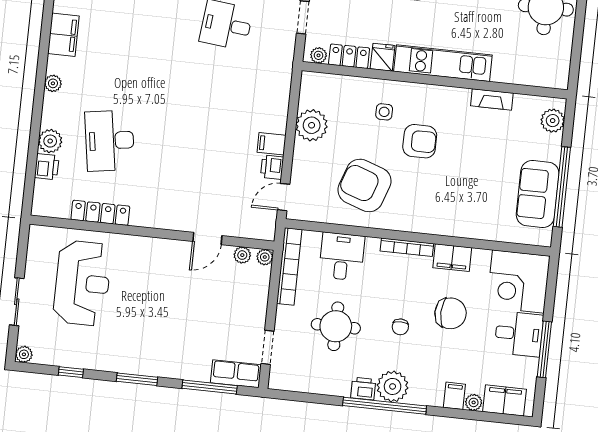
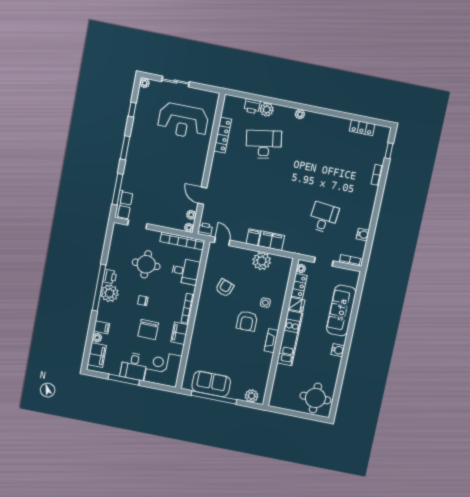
filing cabinet: (63, 35) -> (271, 241), moved, turned 180
fireplace: (492, 99) -> (271, 341), moved
printer: (272, 167) -> (205, 229), moved
armchair: (364, 185) -> (225, 288), width x0.53, depth x0.53

